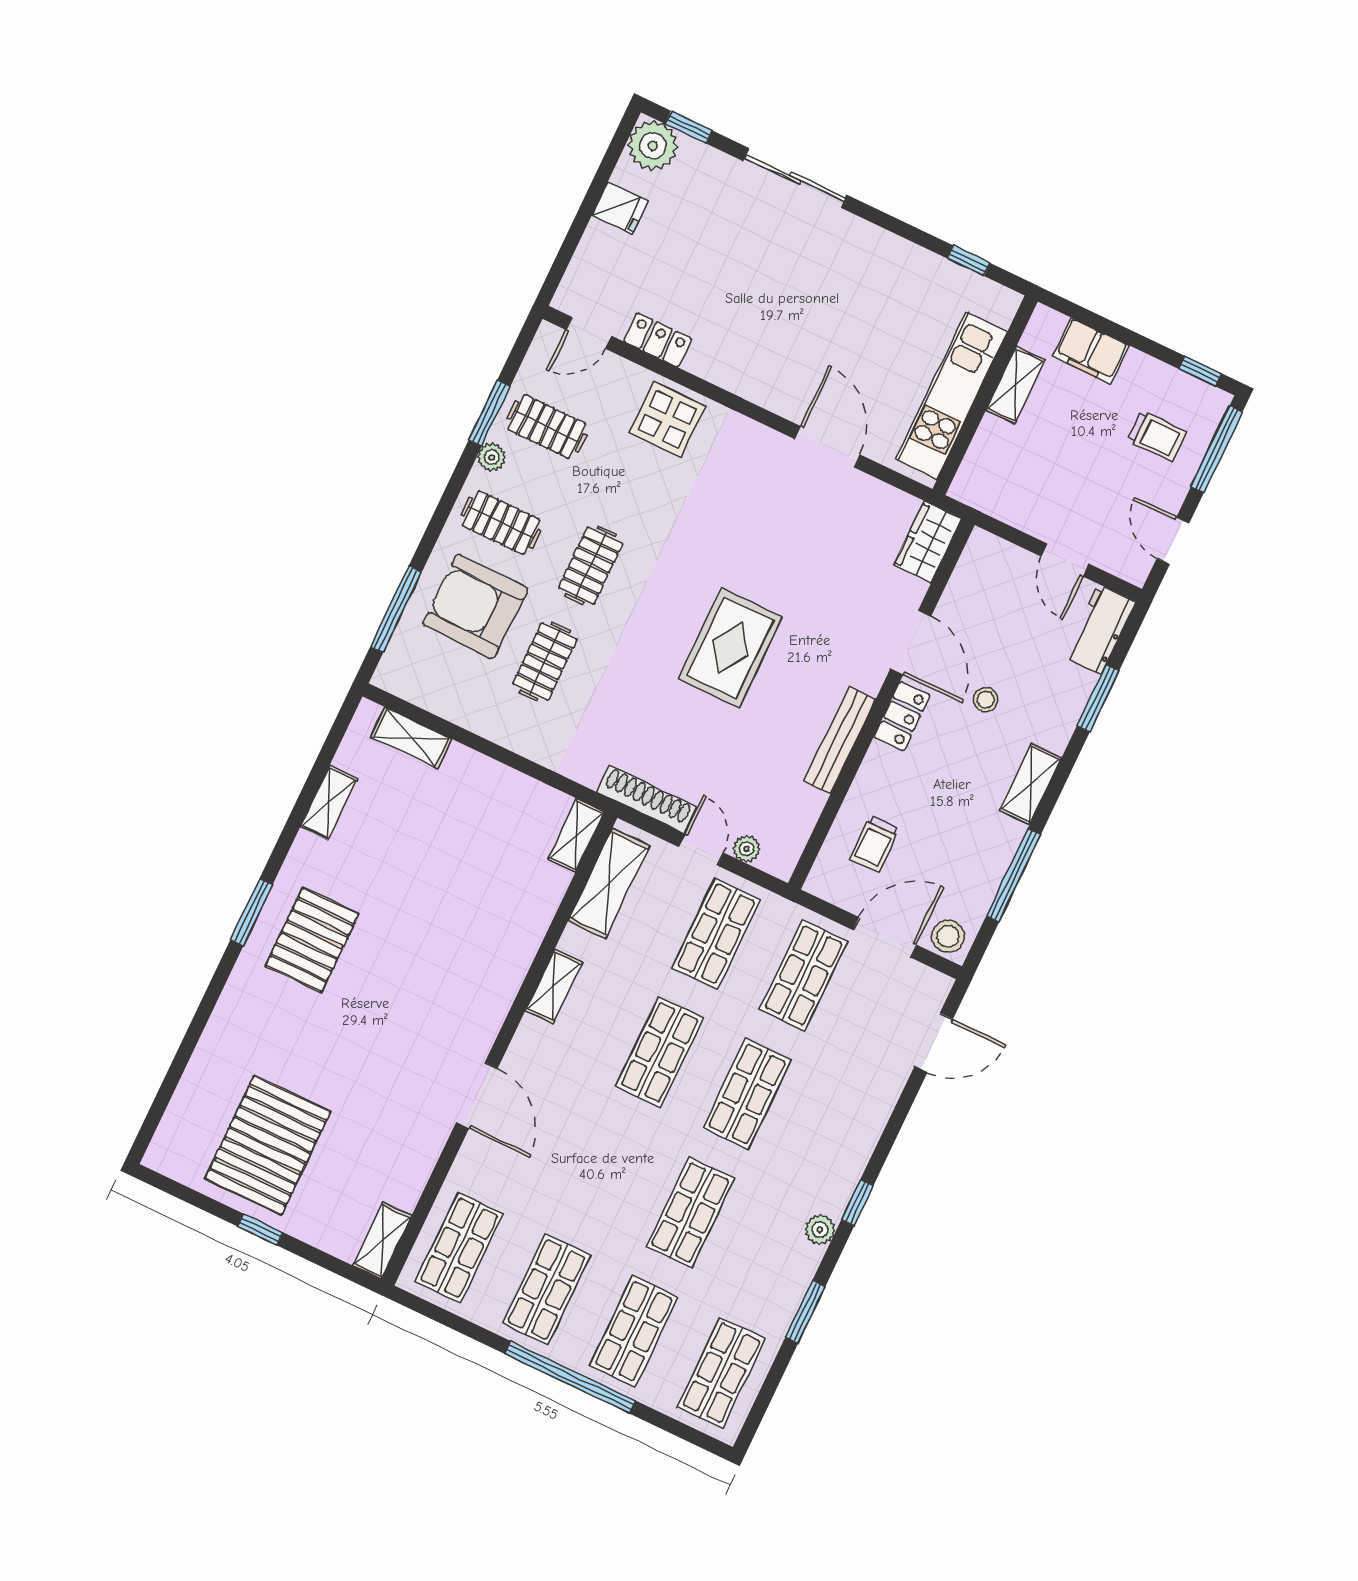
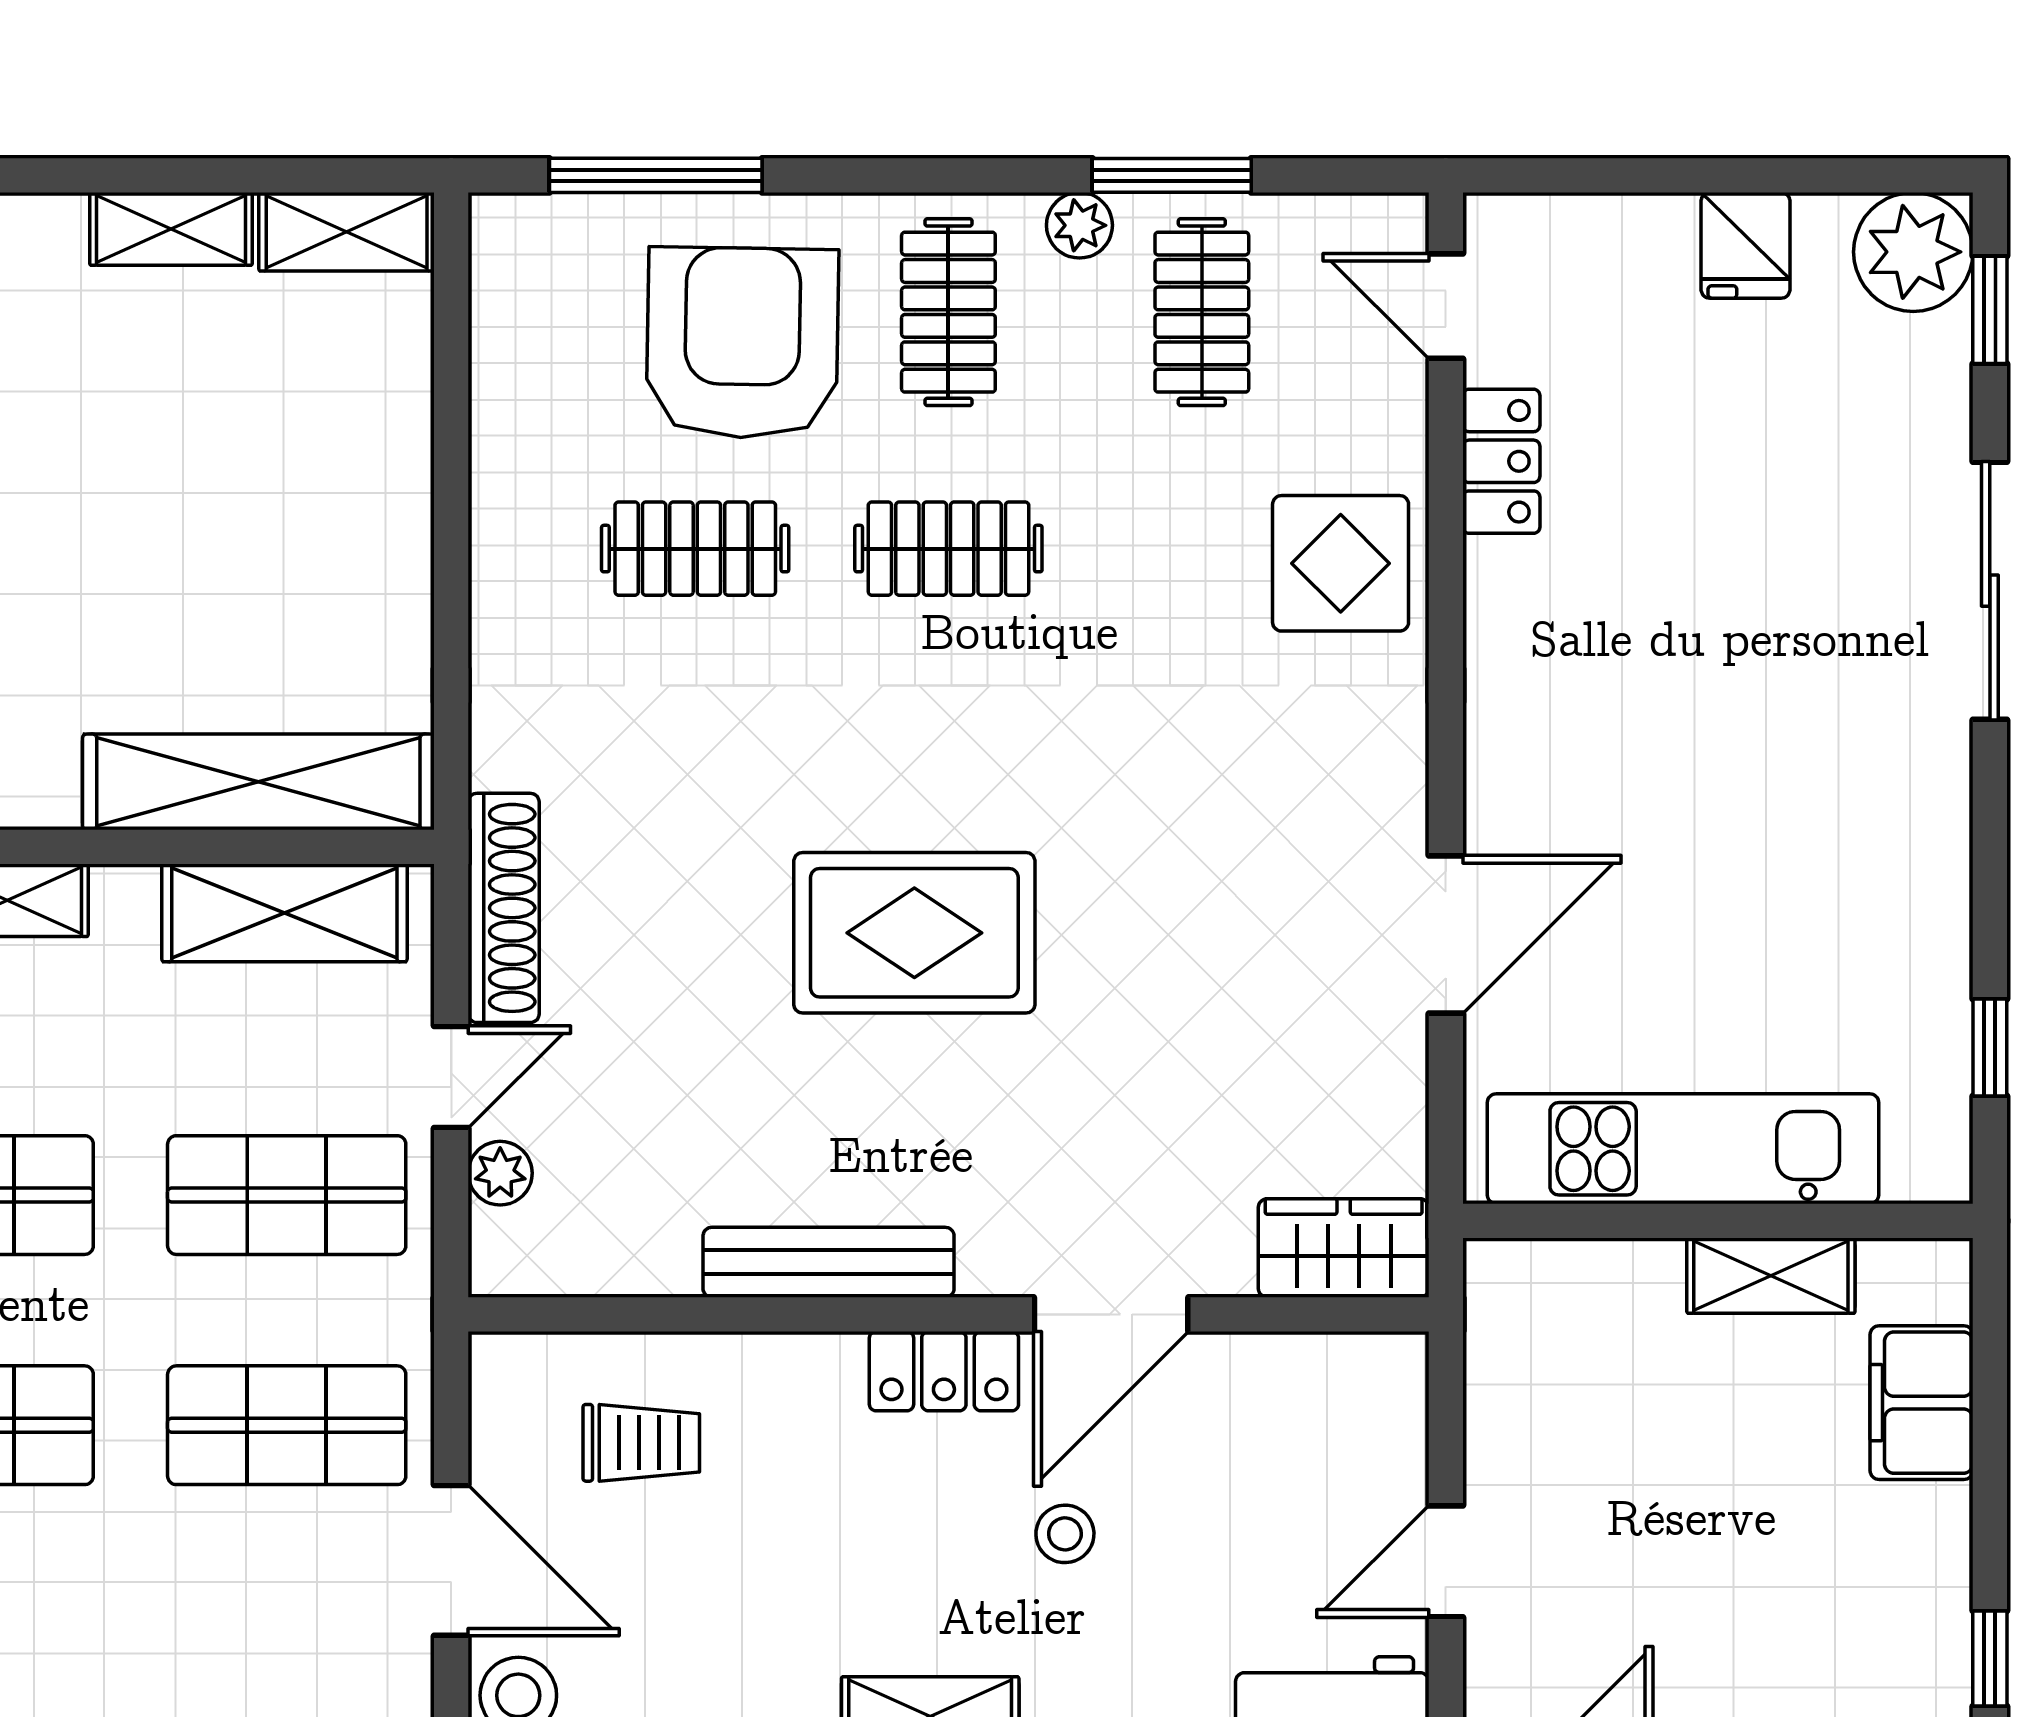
trolley: (1157, 436) -> (1806, 1632), removed
shelving: (411, 738) -> (347, 232), moved, turned 90
shelving: (576, 835) -> (258, 782), width x2.20, depth x1.33
trolley: (874, 844) -> (641, 1443), turned 180

